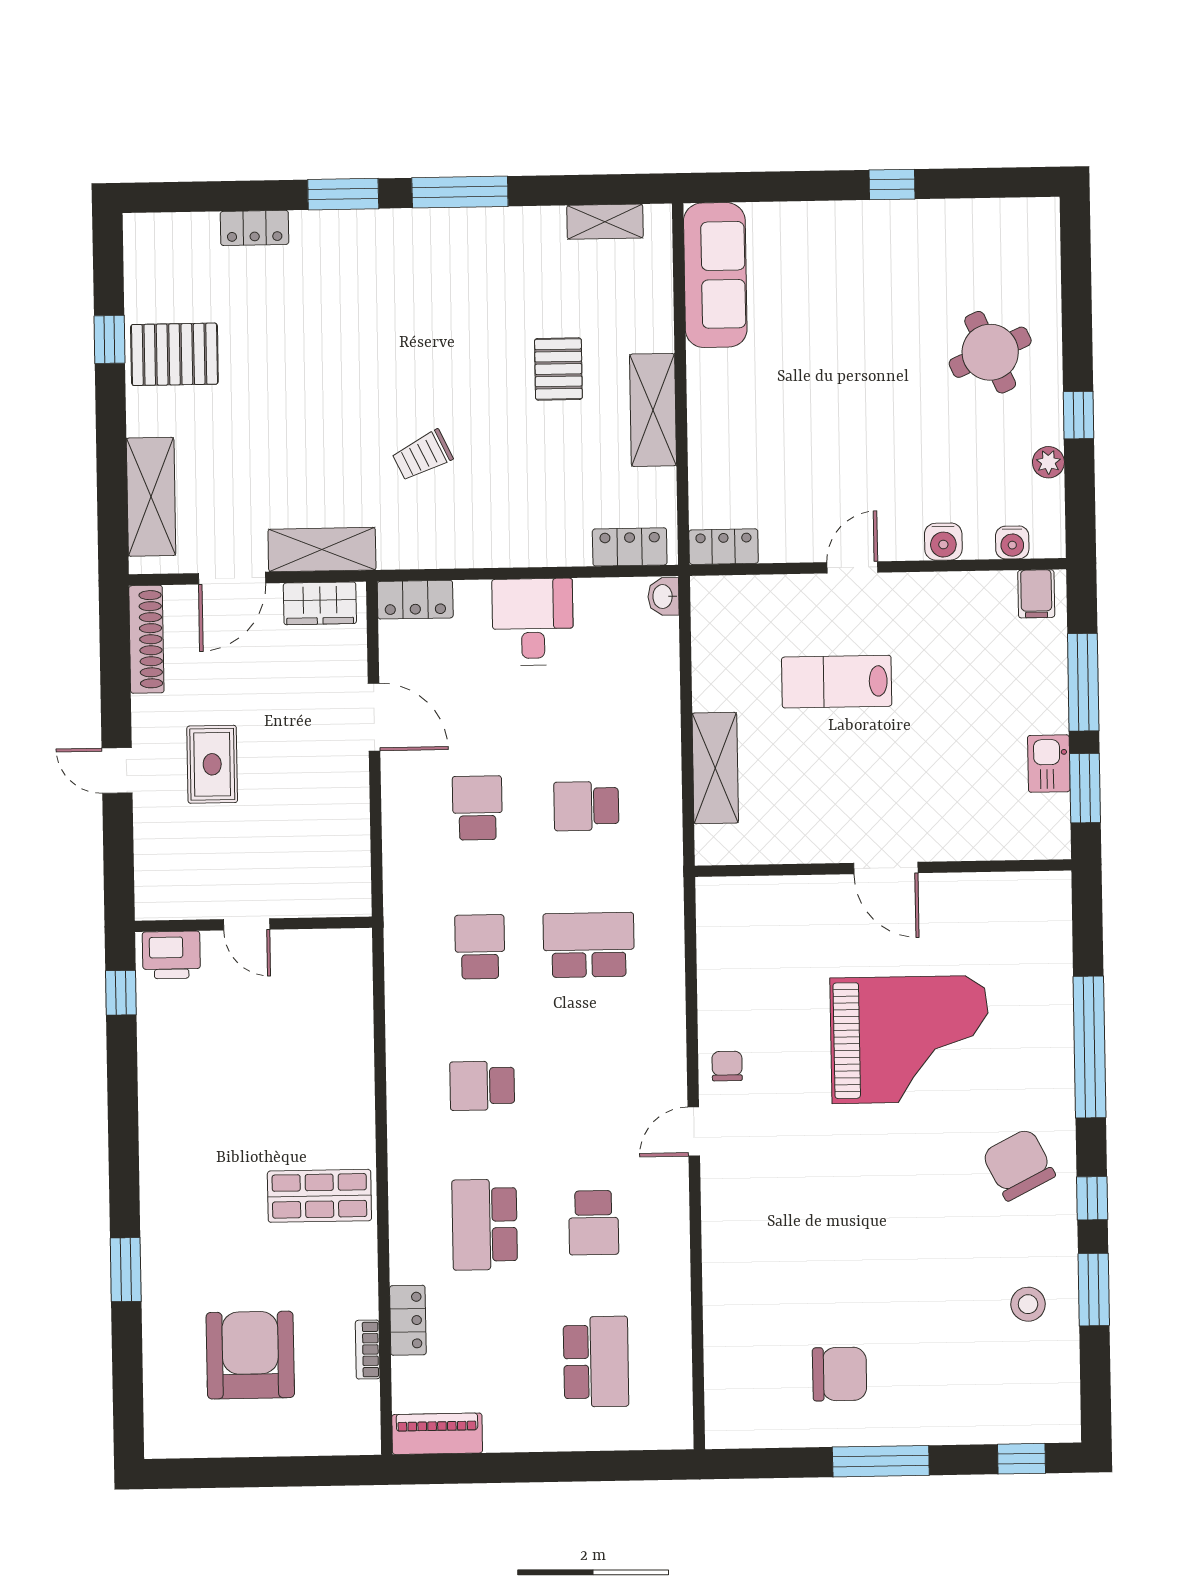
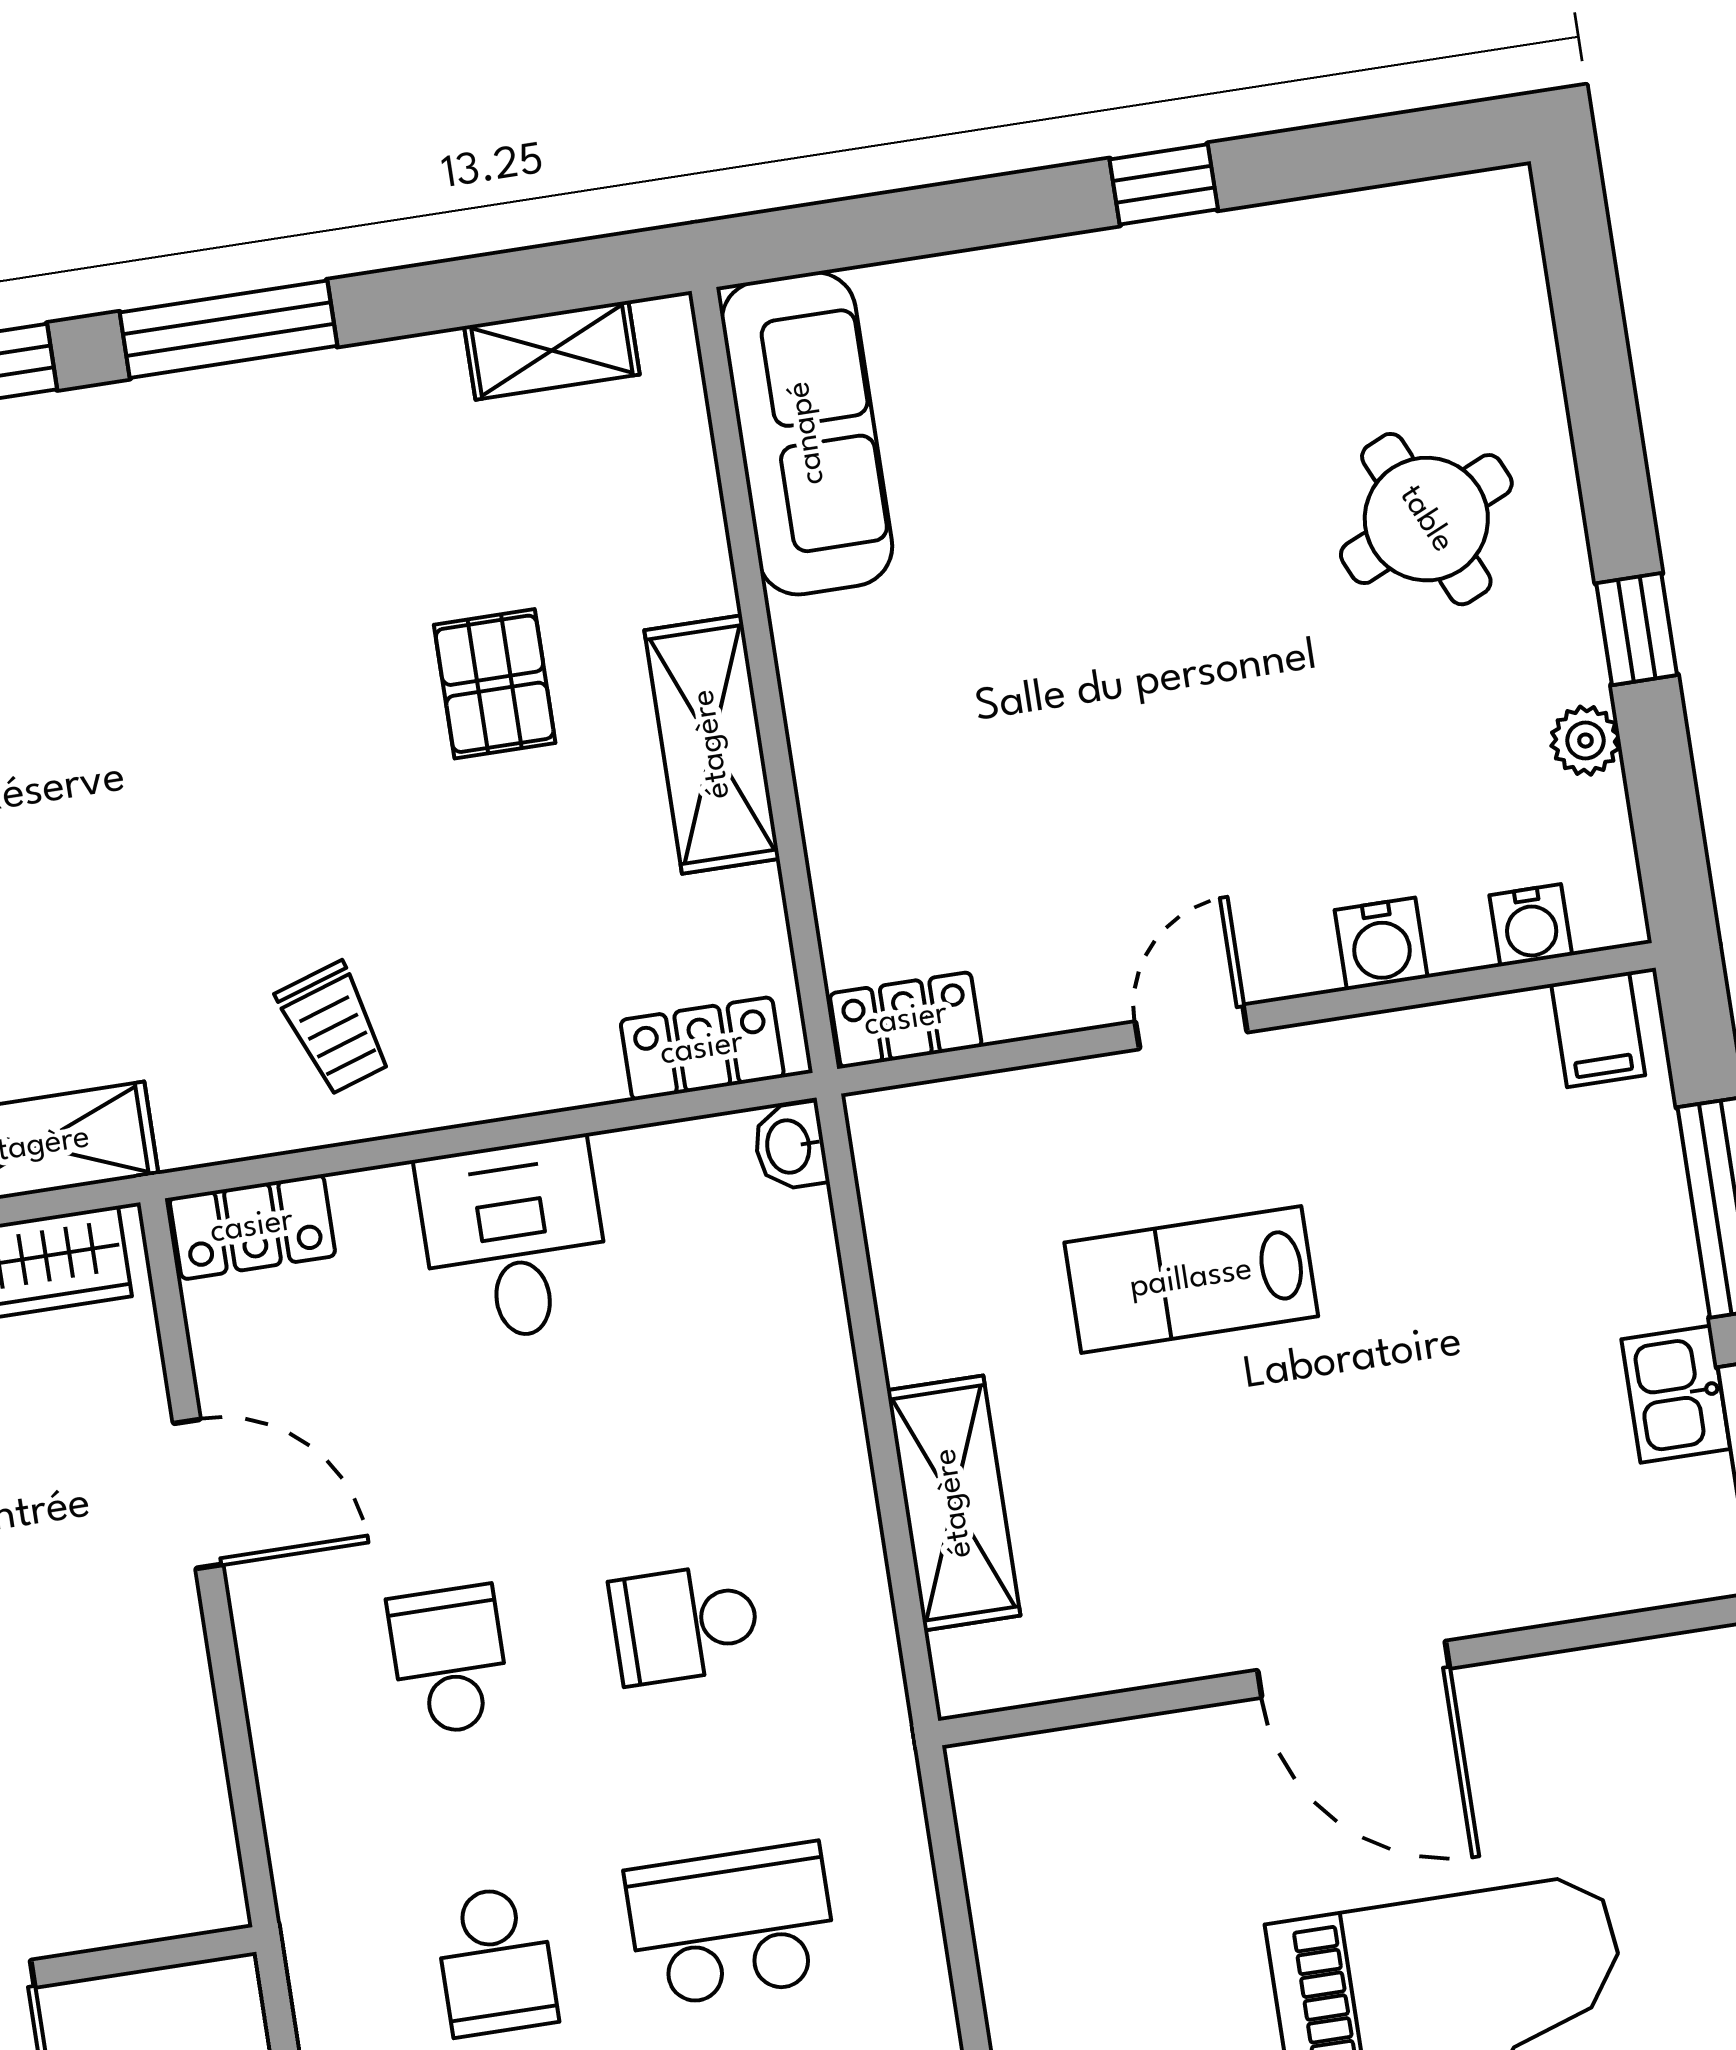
trolley: (422, 455) -> (334, 1028), moved, turned -82
door: (886, 868) -> (1353, 1669), width x1.36
school desk: (480, 947) -> (496, 1961), turned 180

